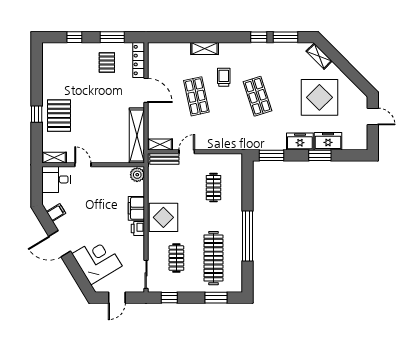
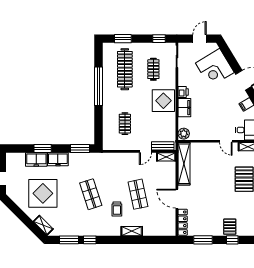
pallet: (107, 62) -> (230, 227), moved

